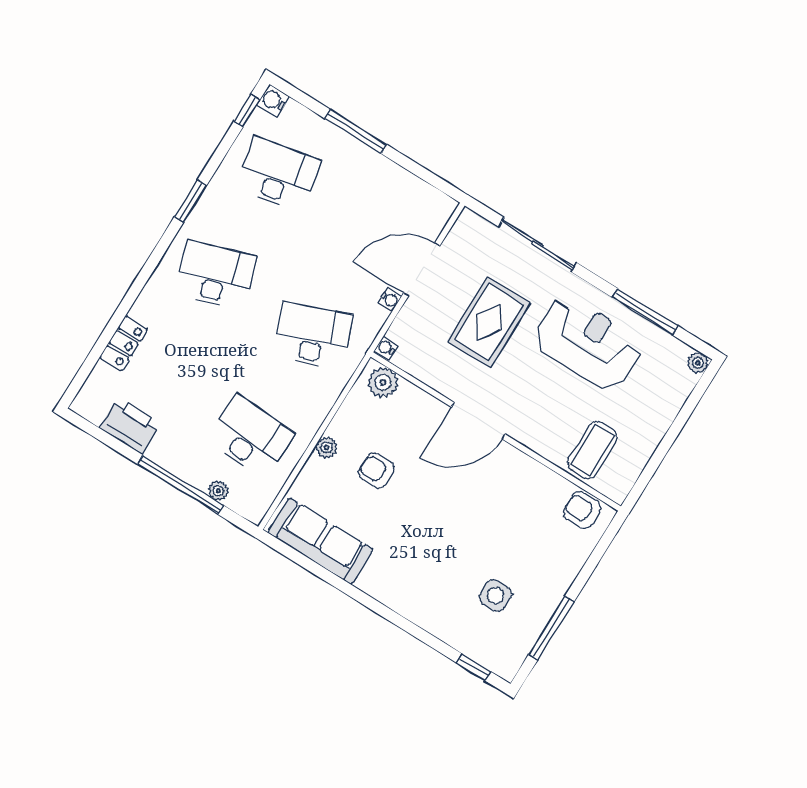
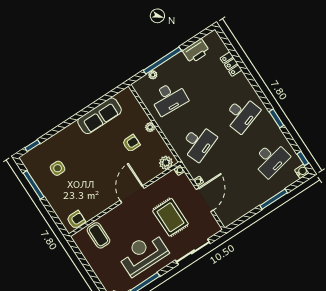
reception desk: (588, 343) -> (143, 254), turned 180
sofa: (320, 541) -> (100, 116), moved

